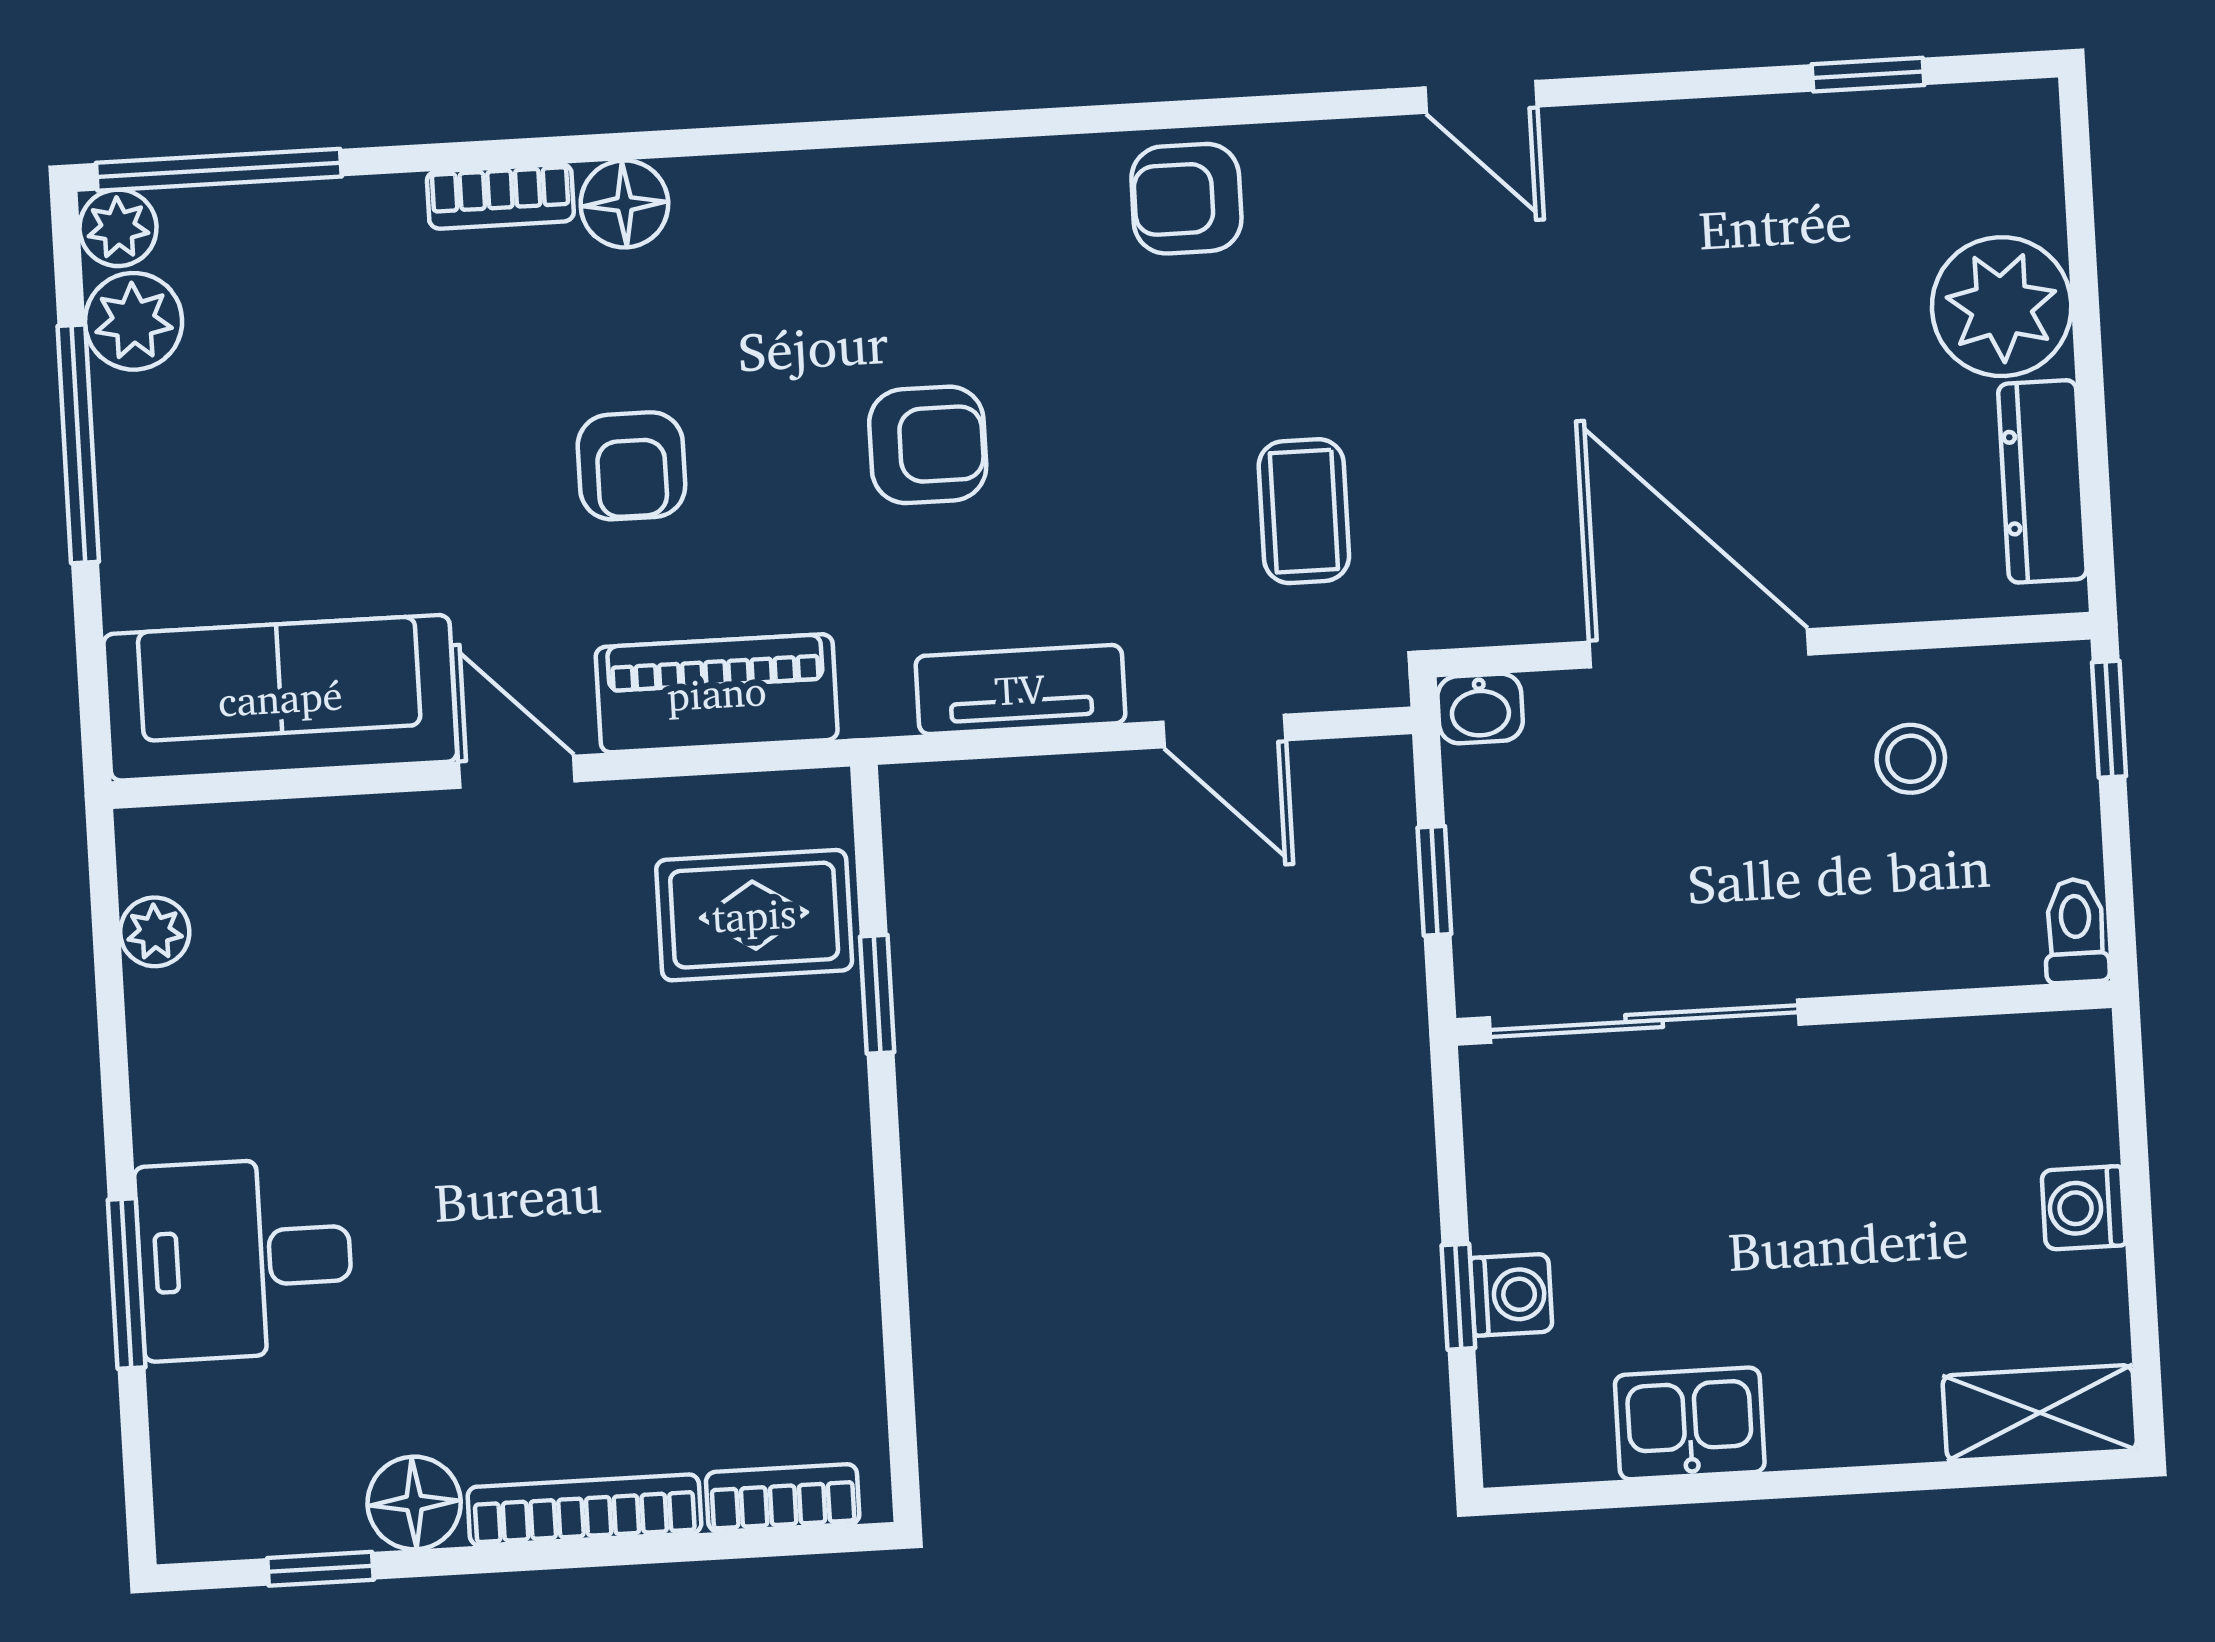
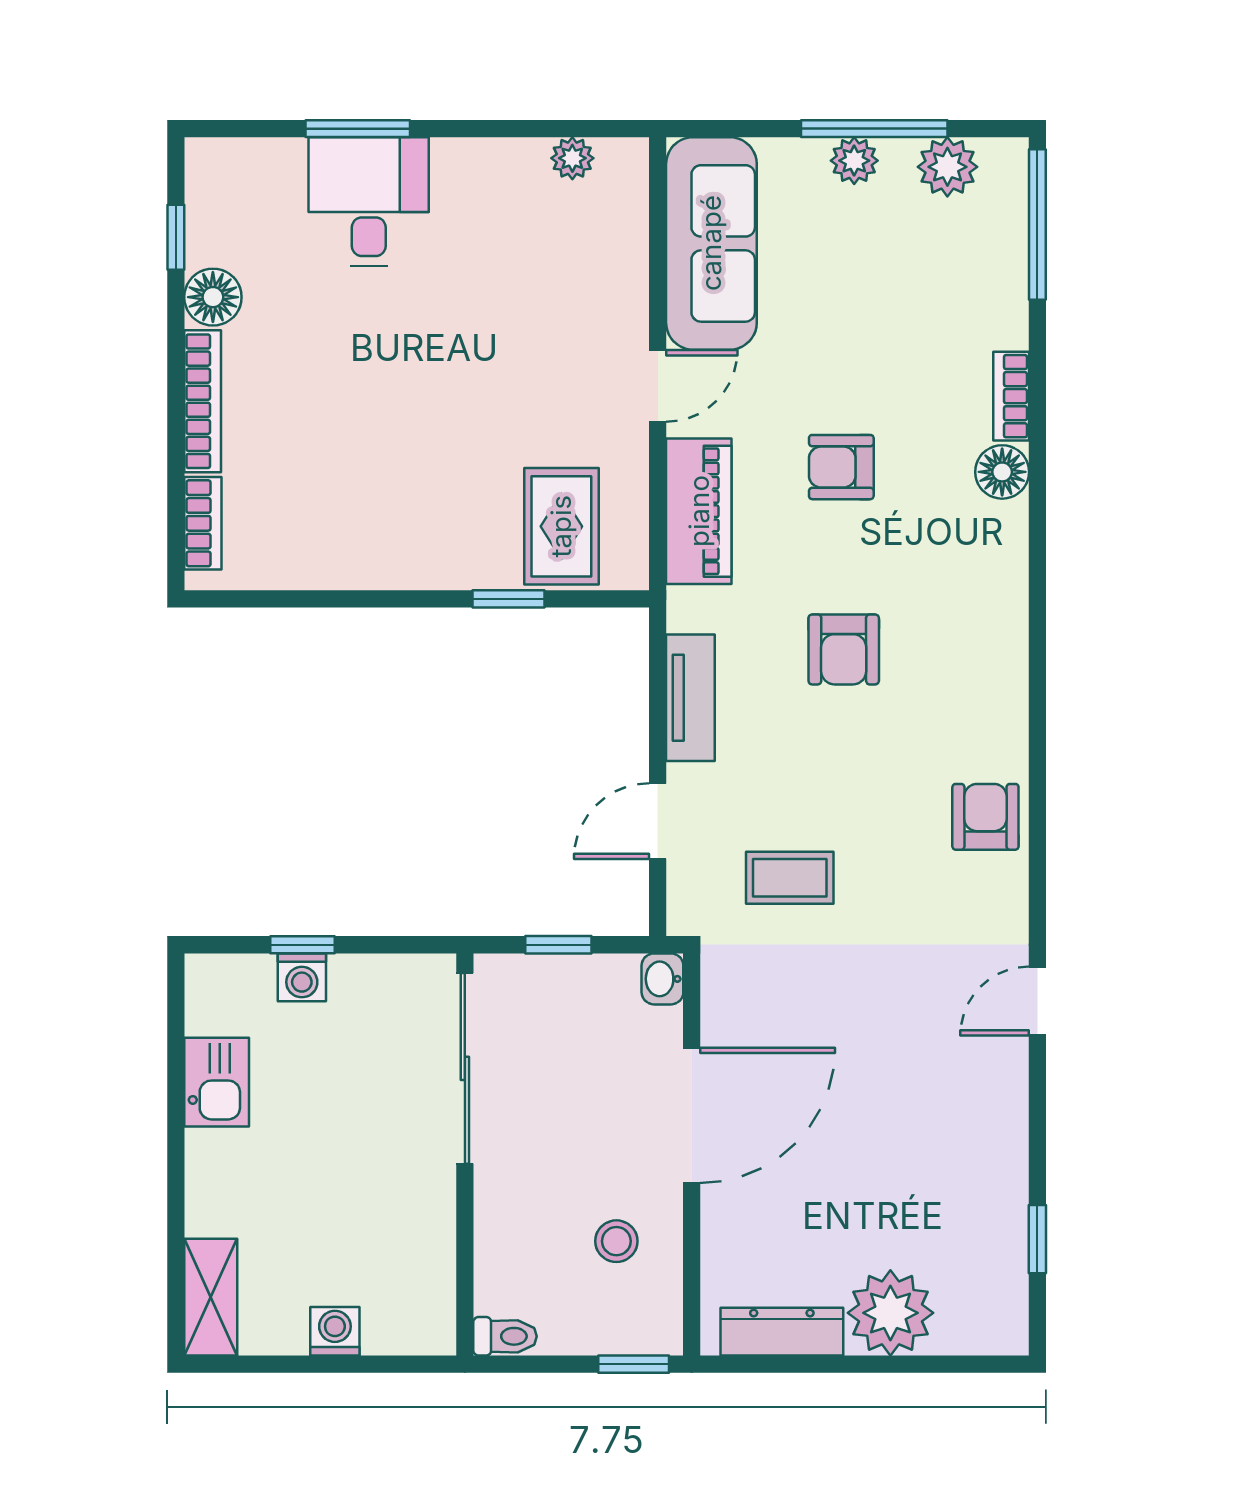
plant: (118, 228) -> (854, 161), moved

